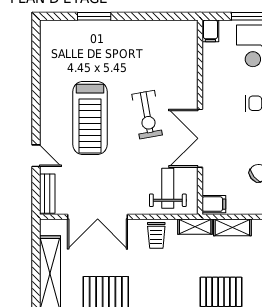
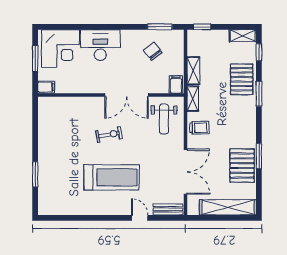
exercise bike: (147, 115) -> (109, 135), width x0.73, depth x0.72
door: (36, 156) -> (140, 218), hinge flipped
weight bench: (168, 188) -> (164, 119), turned -90

